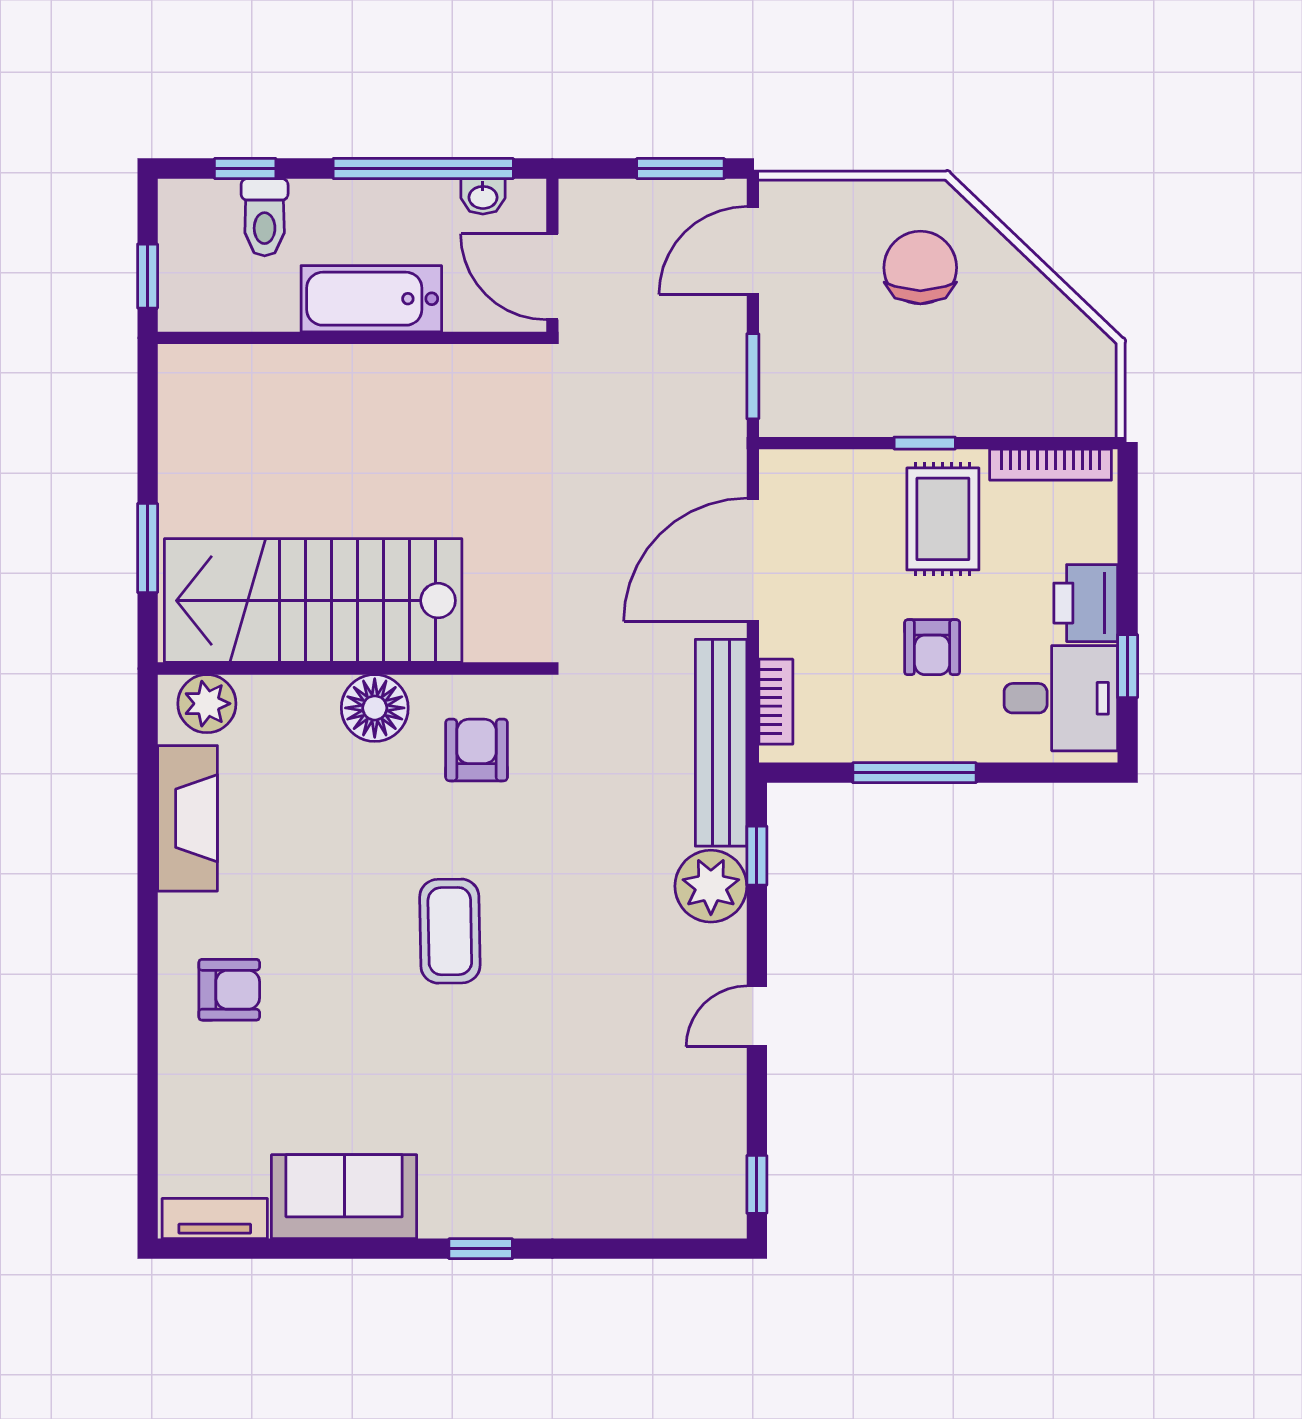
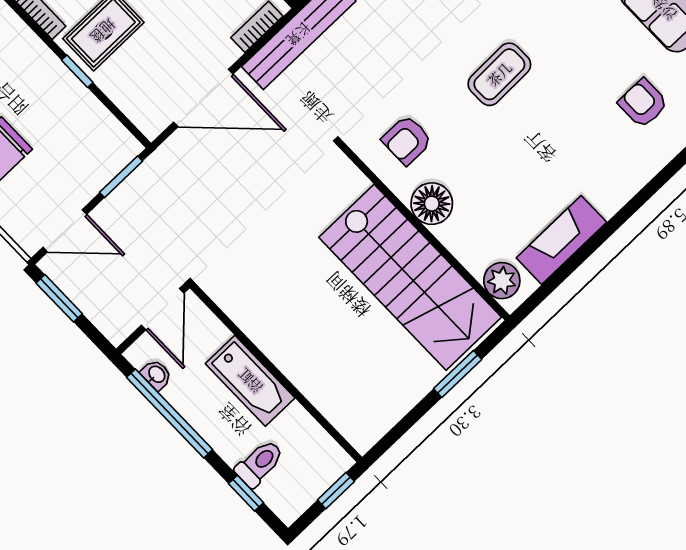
armchair: (229, 990) -> (643, 103), moved

